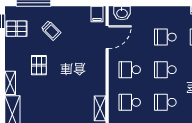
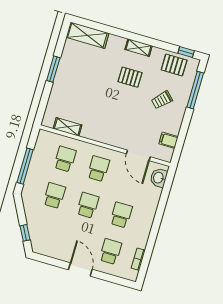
filing cabinet: (97, 14) -> (169, 140), moved
pallet: (16, 29) -> (174, 65), turned 90
shelving: (10, 83) -> (139, 48), moved

